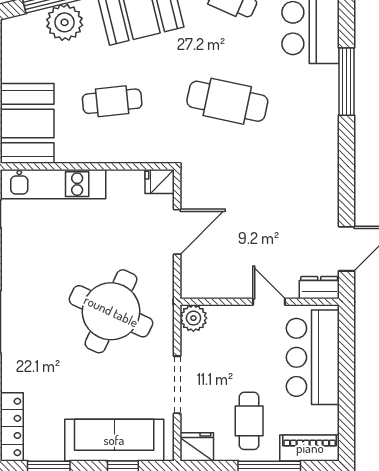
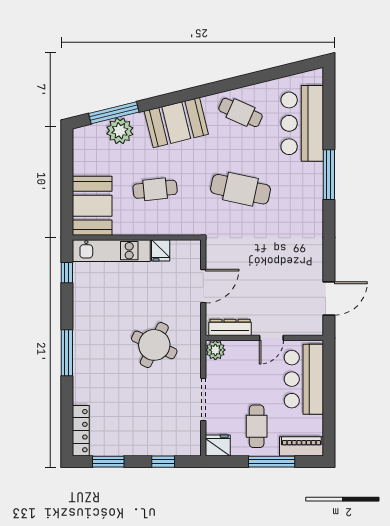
fridge: (160, 181) -> (161, 250), moved, turned -90
dresser: (319, 288) -> (230, 327), moved, width x1.44
door: (269, 302) -> (271, 338), swing flipped
round table: (111, 311) -> (154, 345), width x0.73, depth x0.73
sofa: (114, 440) -> (157, 441), removed

